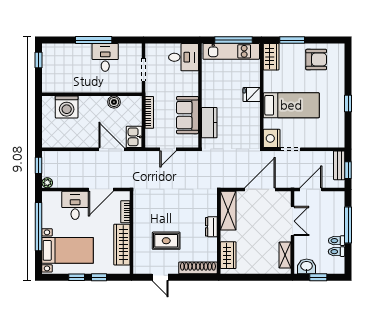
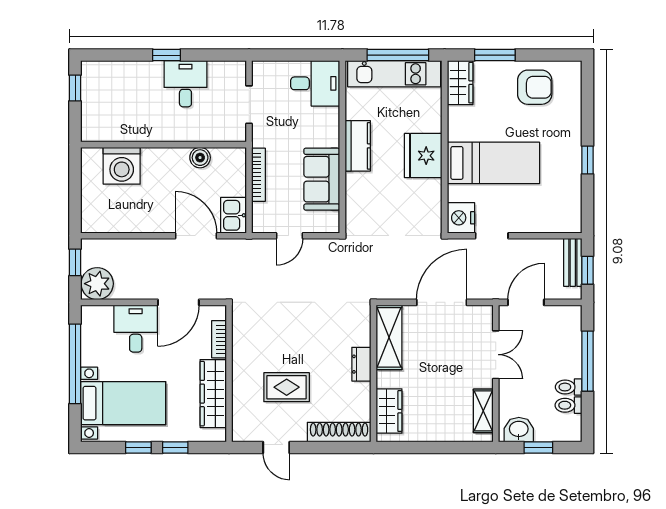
window: (94, 40) -> (167, 55), width x0.46
fridge: (252, 95) -> (423, 156), width x1.88, depth x1.34
kitchen counter: (209, 123) -> (358, 146), moved
plant: (47, 183) -> (97, 284), width x1.88, depth x1.88

